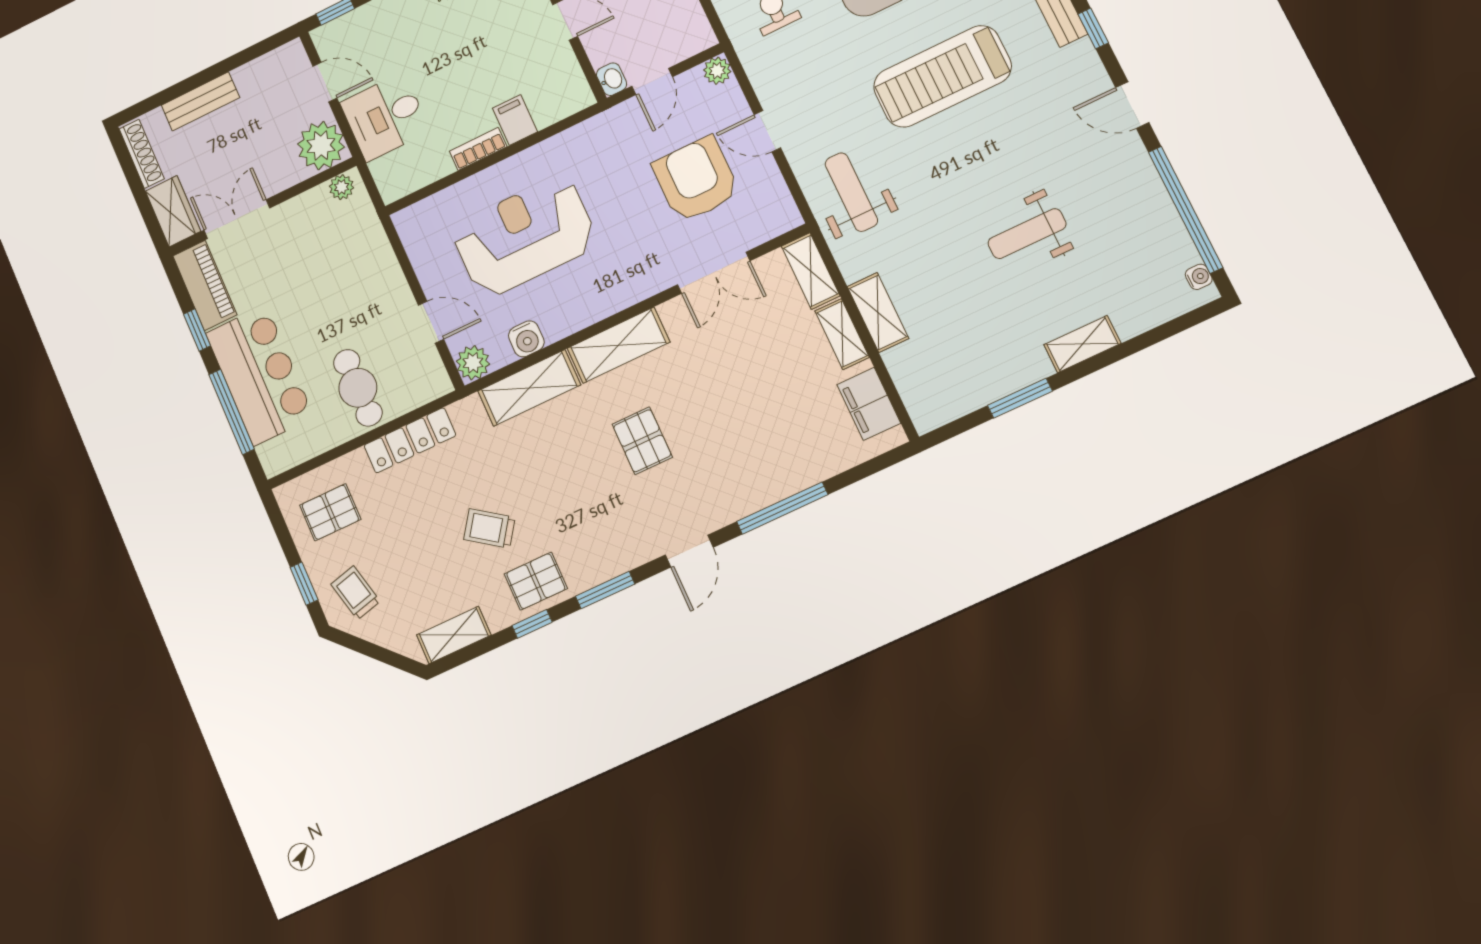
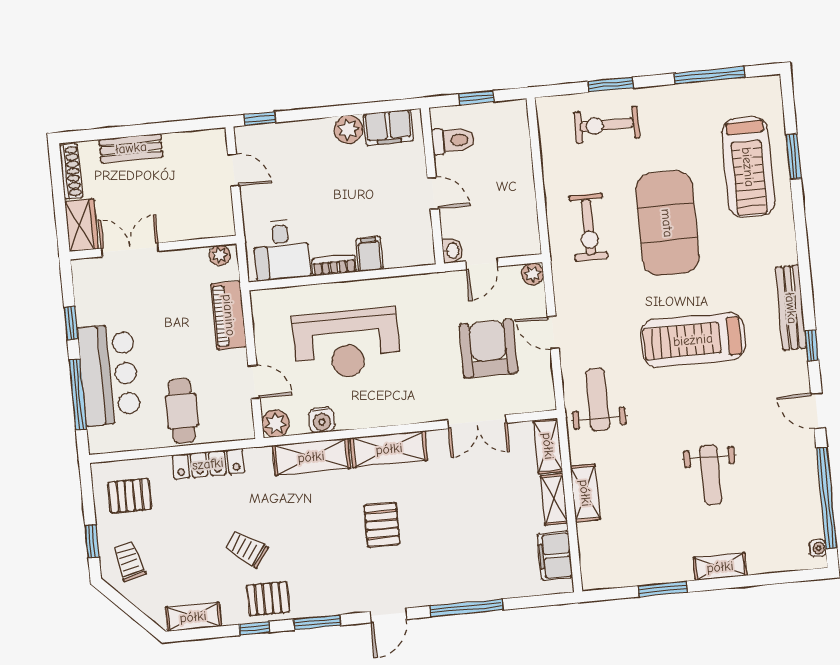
desk: (385, 117) -> (281, 250), moved, turned -90
plant: (321, 146) -> (214, 218), removed
weight bench: (1027, 234) -> (711, 475), turned -90
reception desk: (524, 236) -> (346, 344), turned 180
piano: (205, 285) -> (229, 315), moved, turned 180

